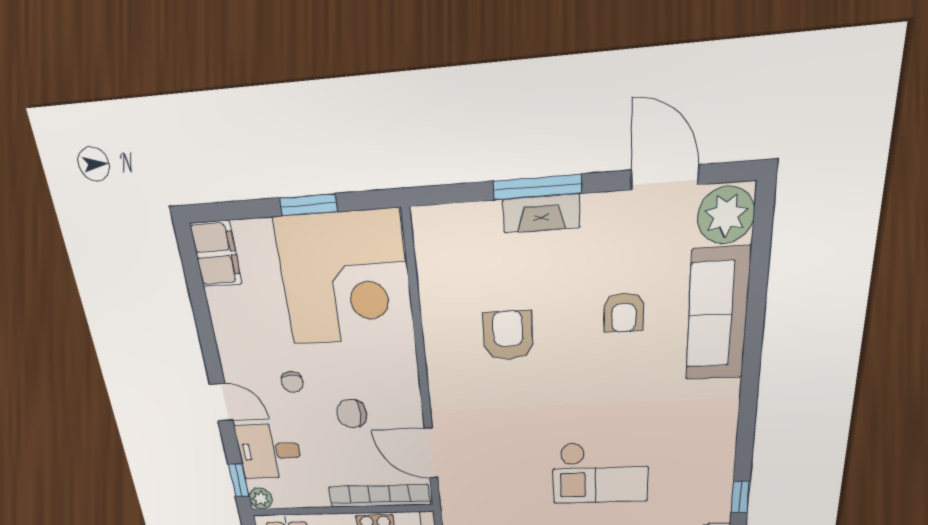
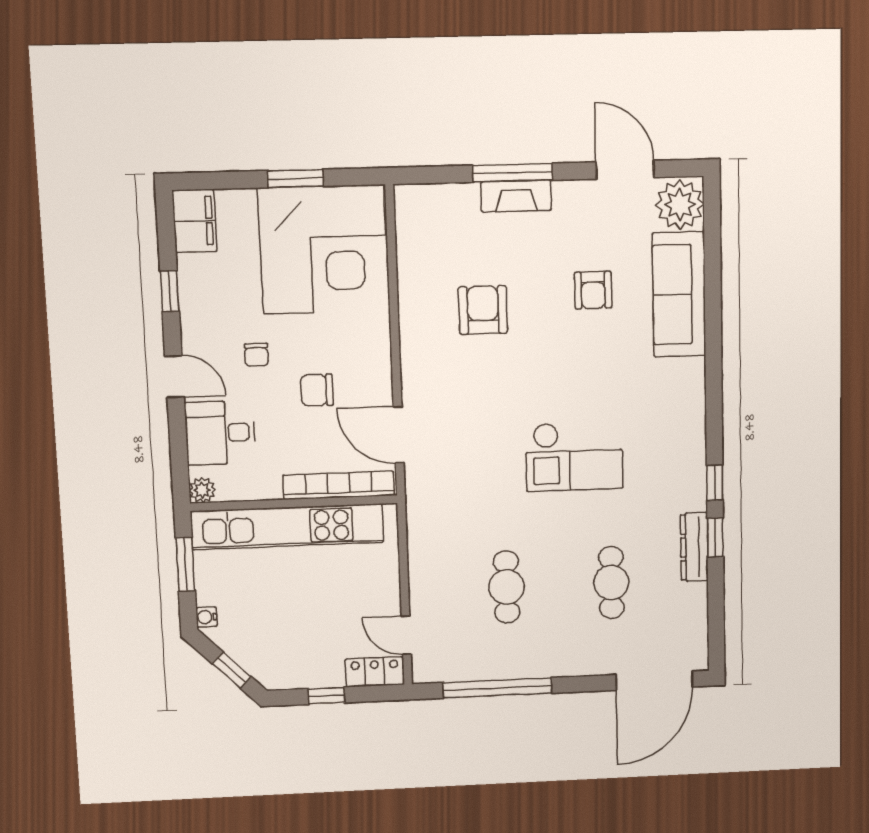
window: (239, 480) -> (170, 291), moved

